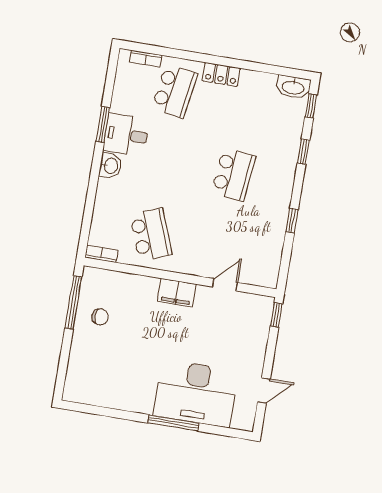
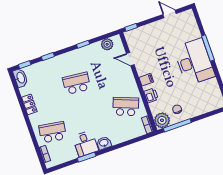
locker: (221, 74) -> (29, 104), moved
school desk: (151, 235) -> (126, 107), turned 42
plant: (270, 260) -> (107, 44), added
plant: (95, 282) -> (162, 120), added
printer: (146, 286) -> (151, 95), added
filing cabinet: (177, 293) -> (146, 80), width x0.50
desk: (196, 393) -> (194, 62), moved

